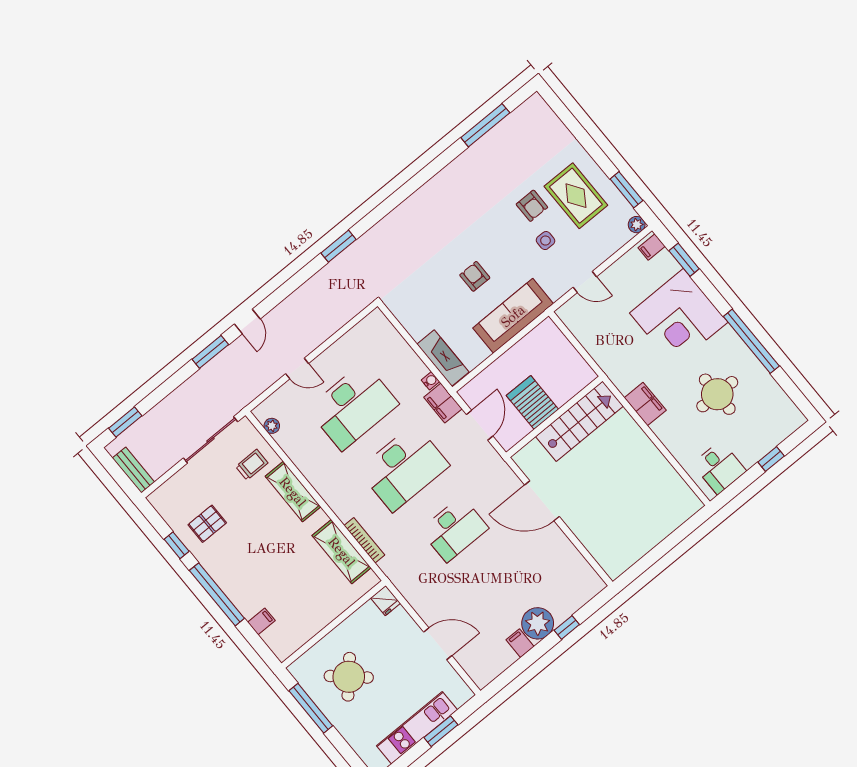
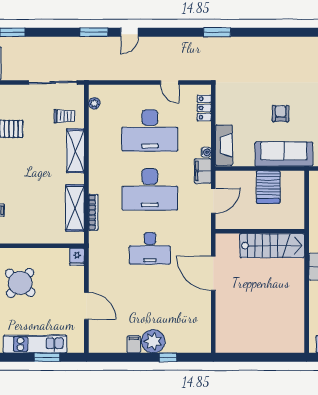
locker: (390, 336) -> (204, 108), added
door: (297, 369) -> (170, 83), moved
server rack: (532, 402) -> (268, 187), moved, turned 180

